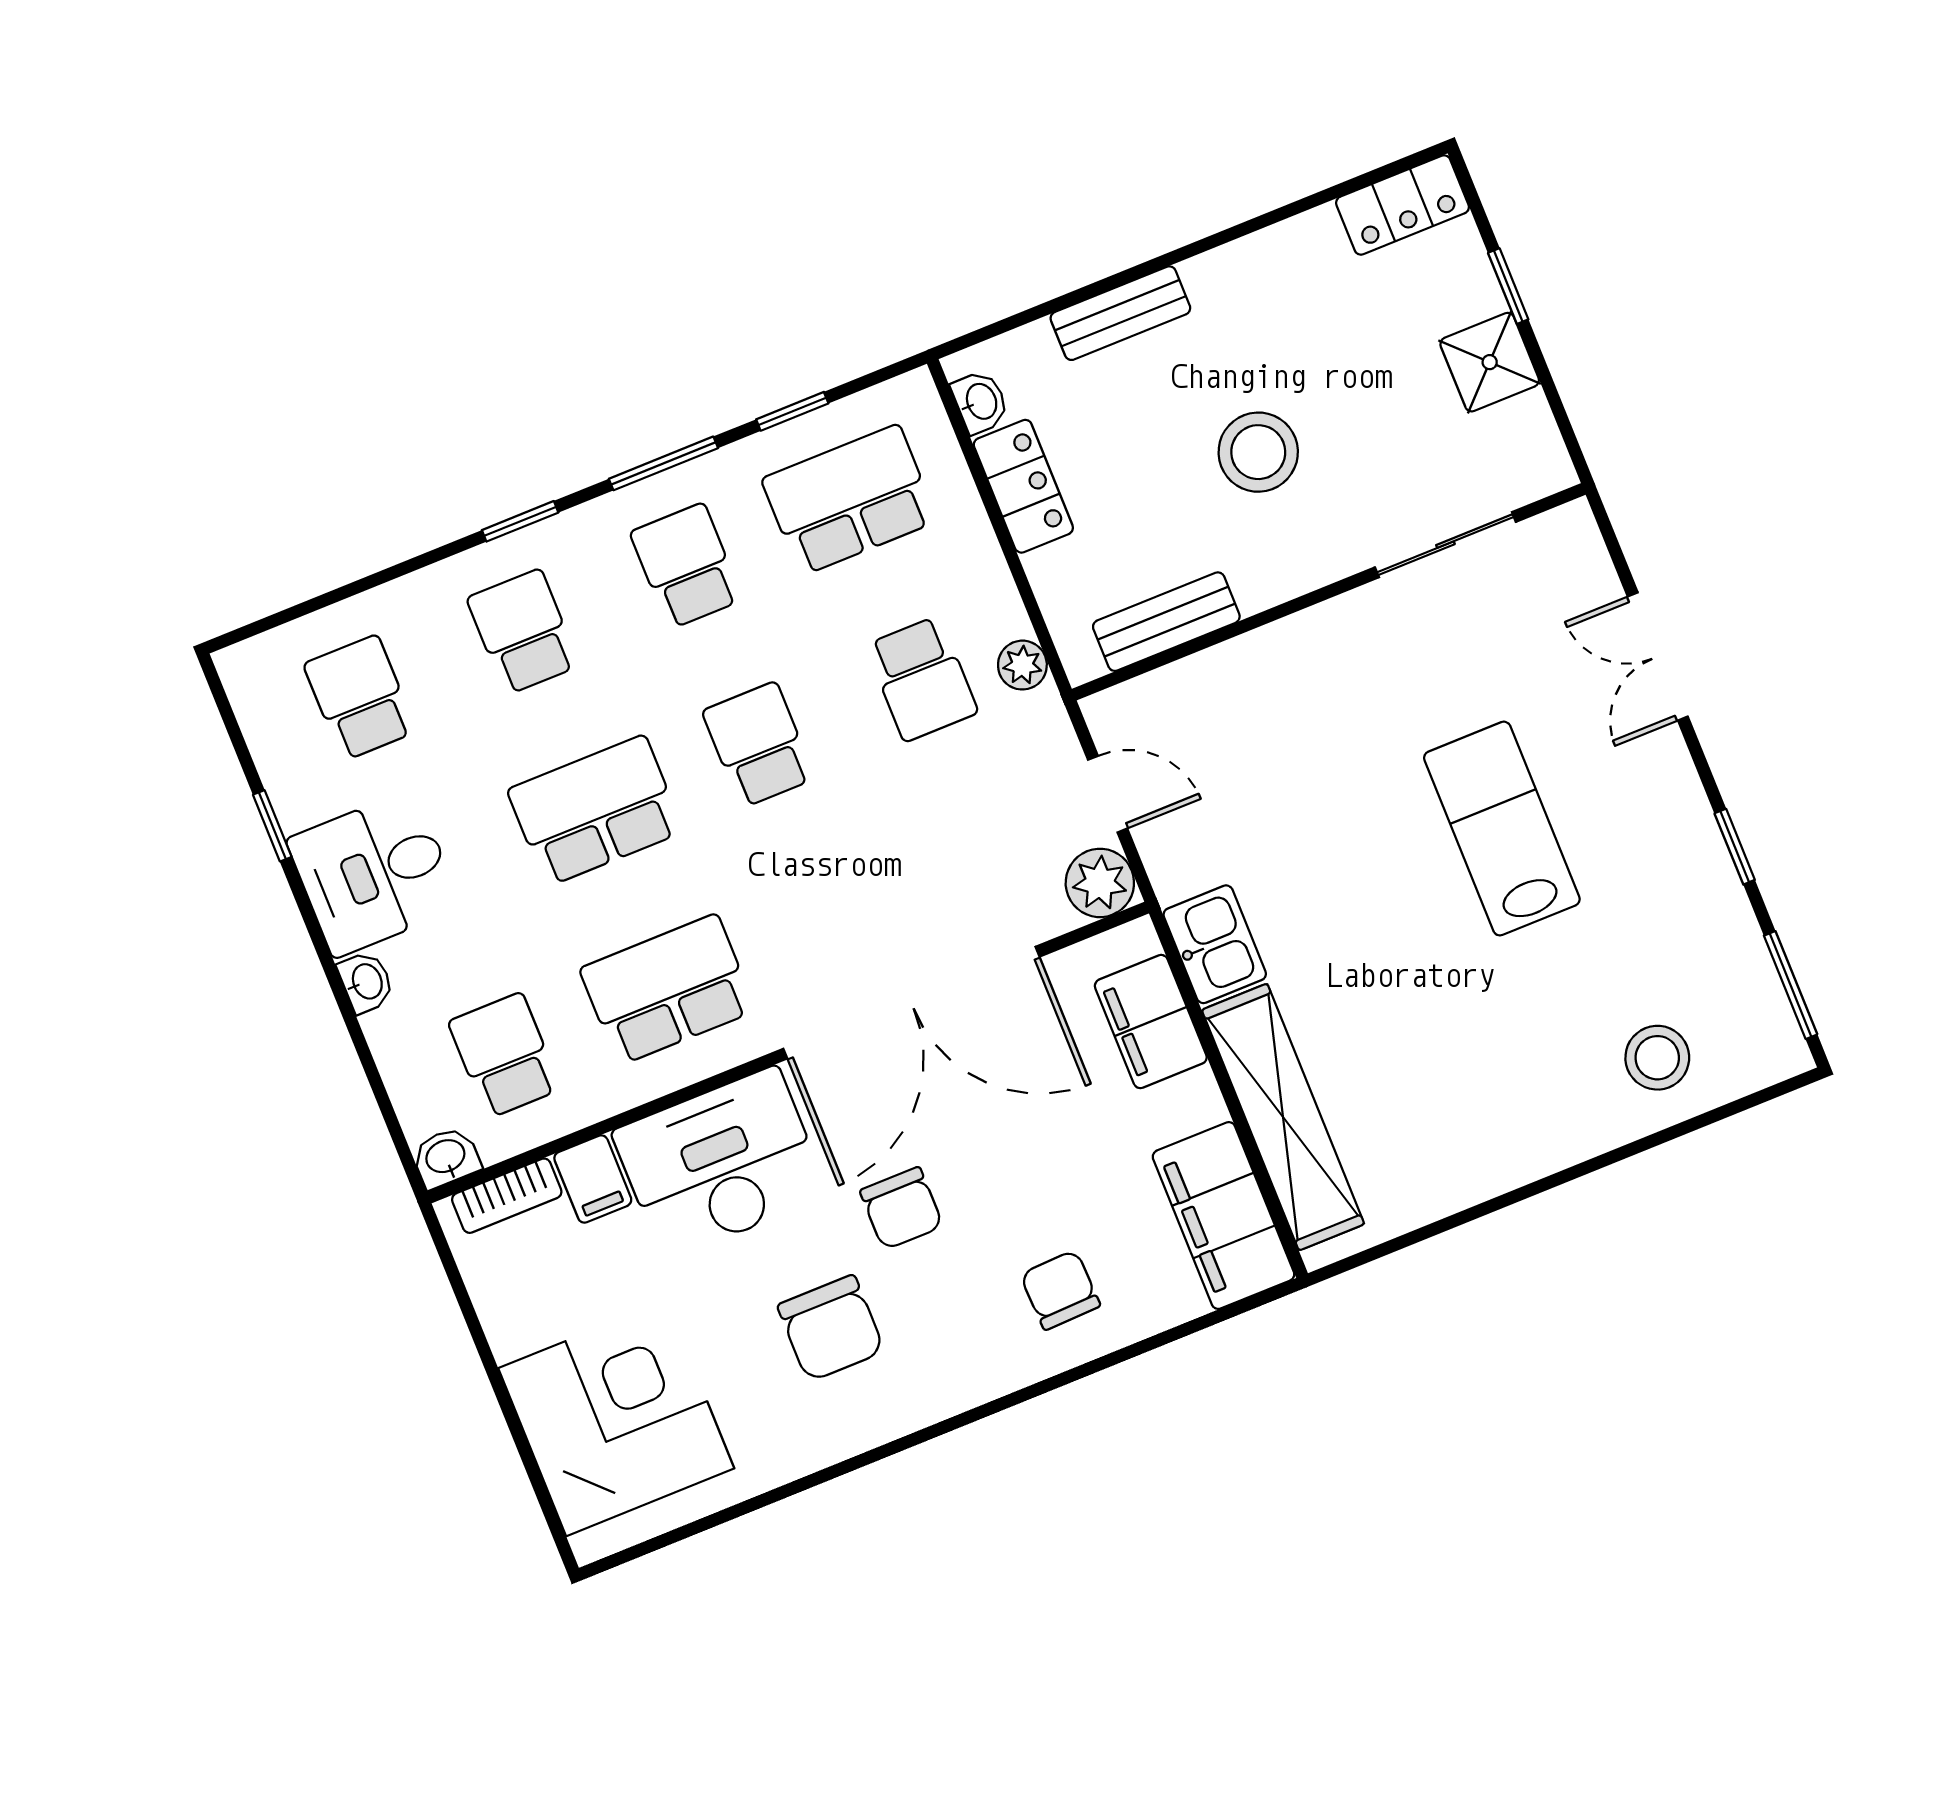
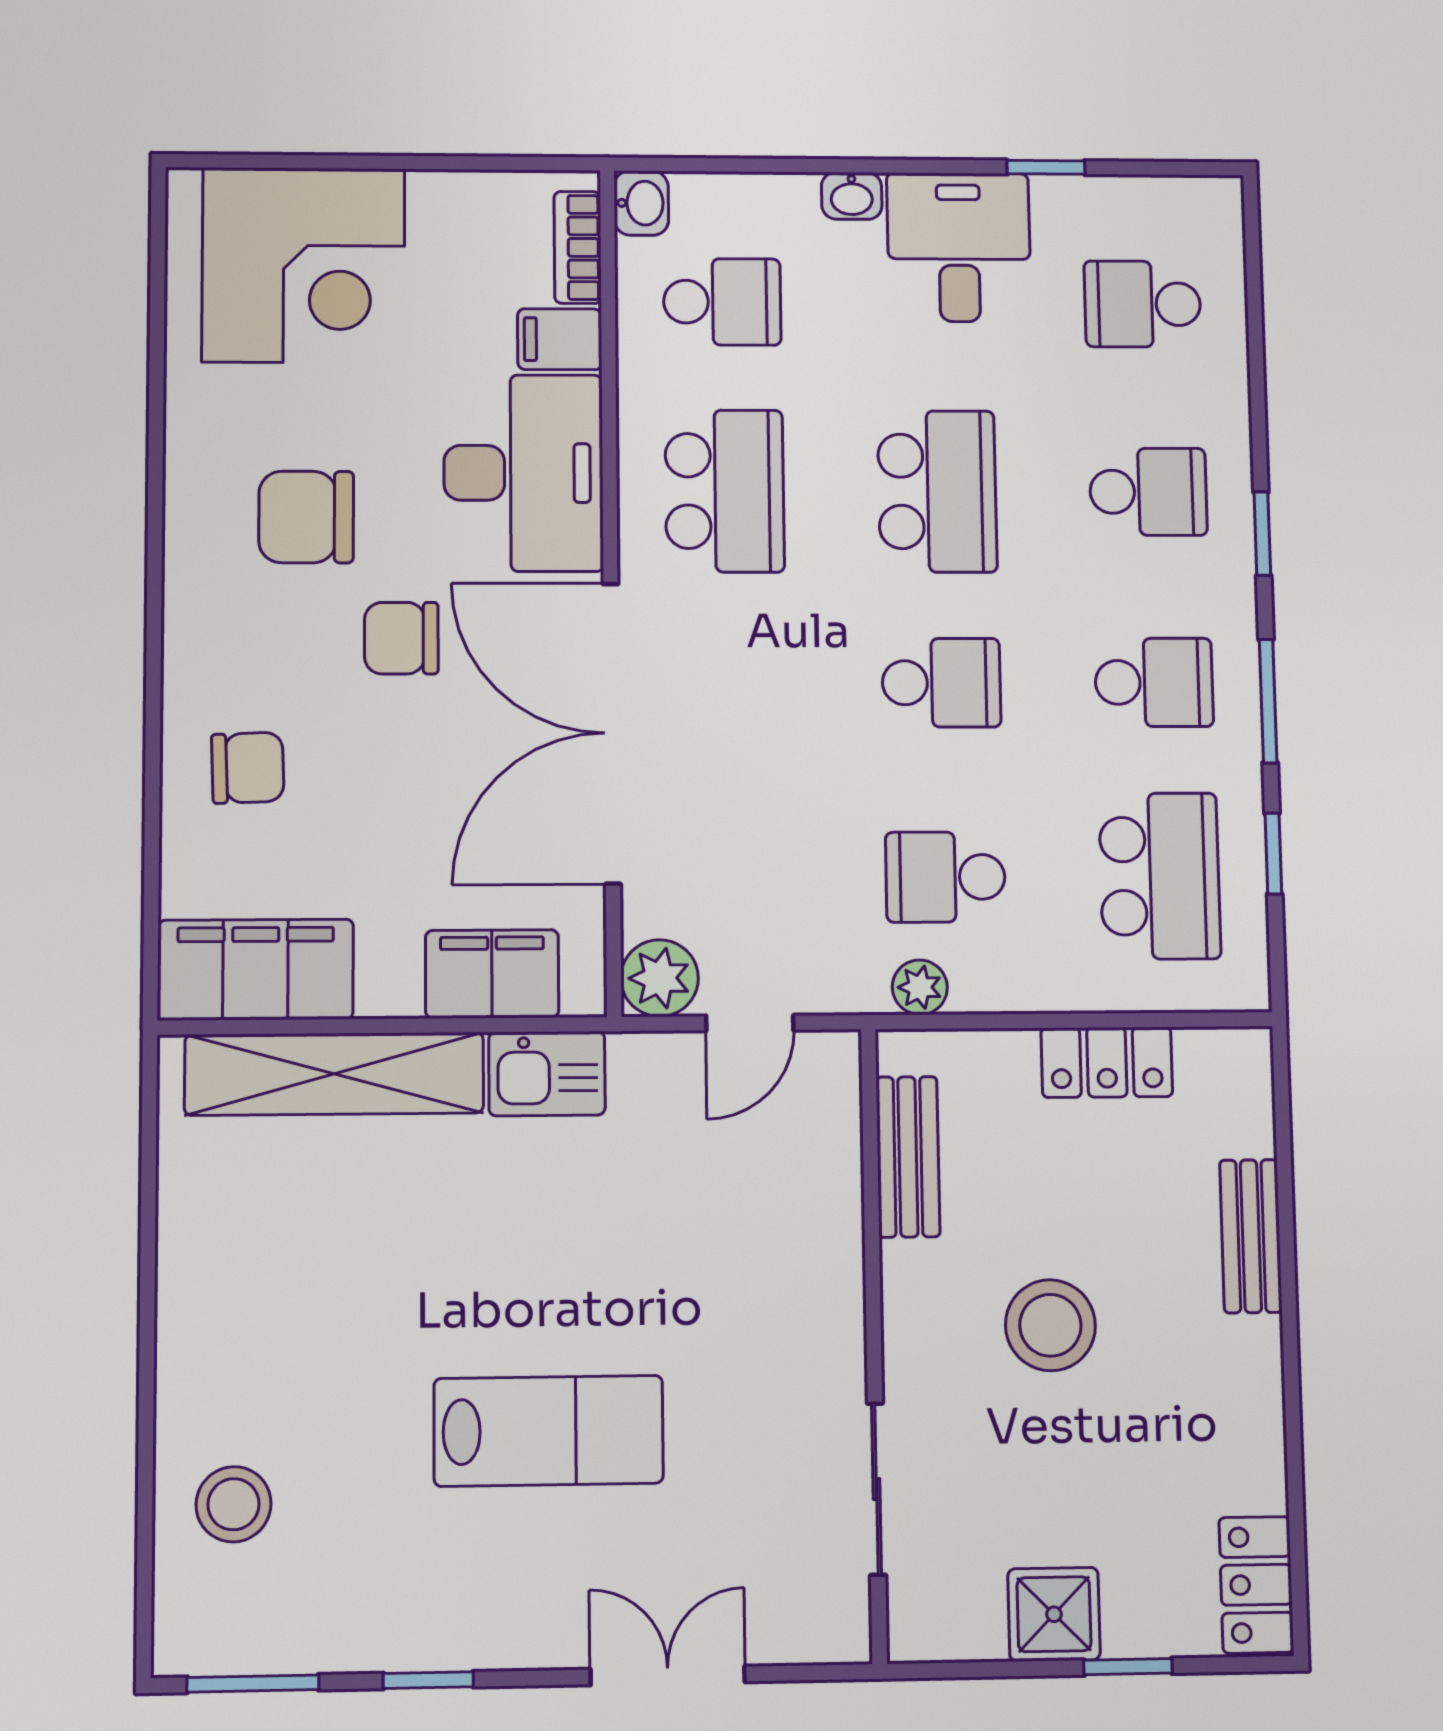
washbasin: (980, 402) -> (1212, 1052), removed
school desk: (360, 698) -> (1143, 304), turned 180

